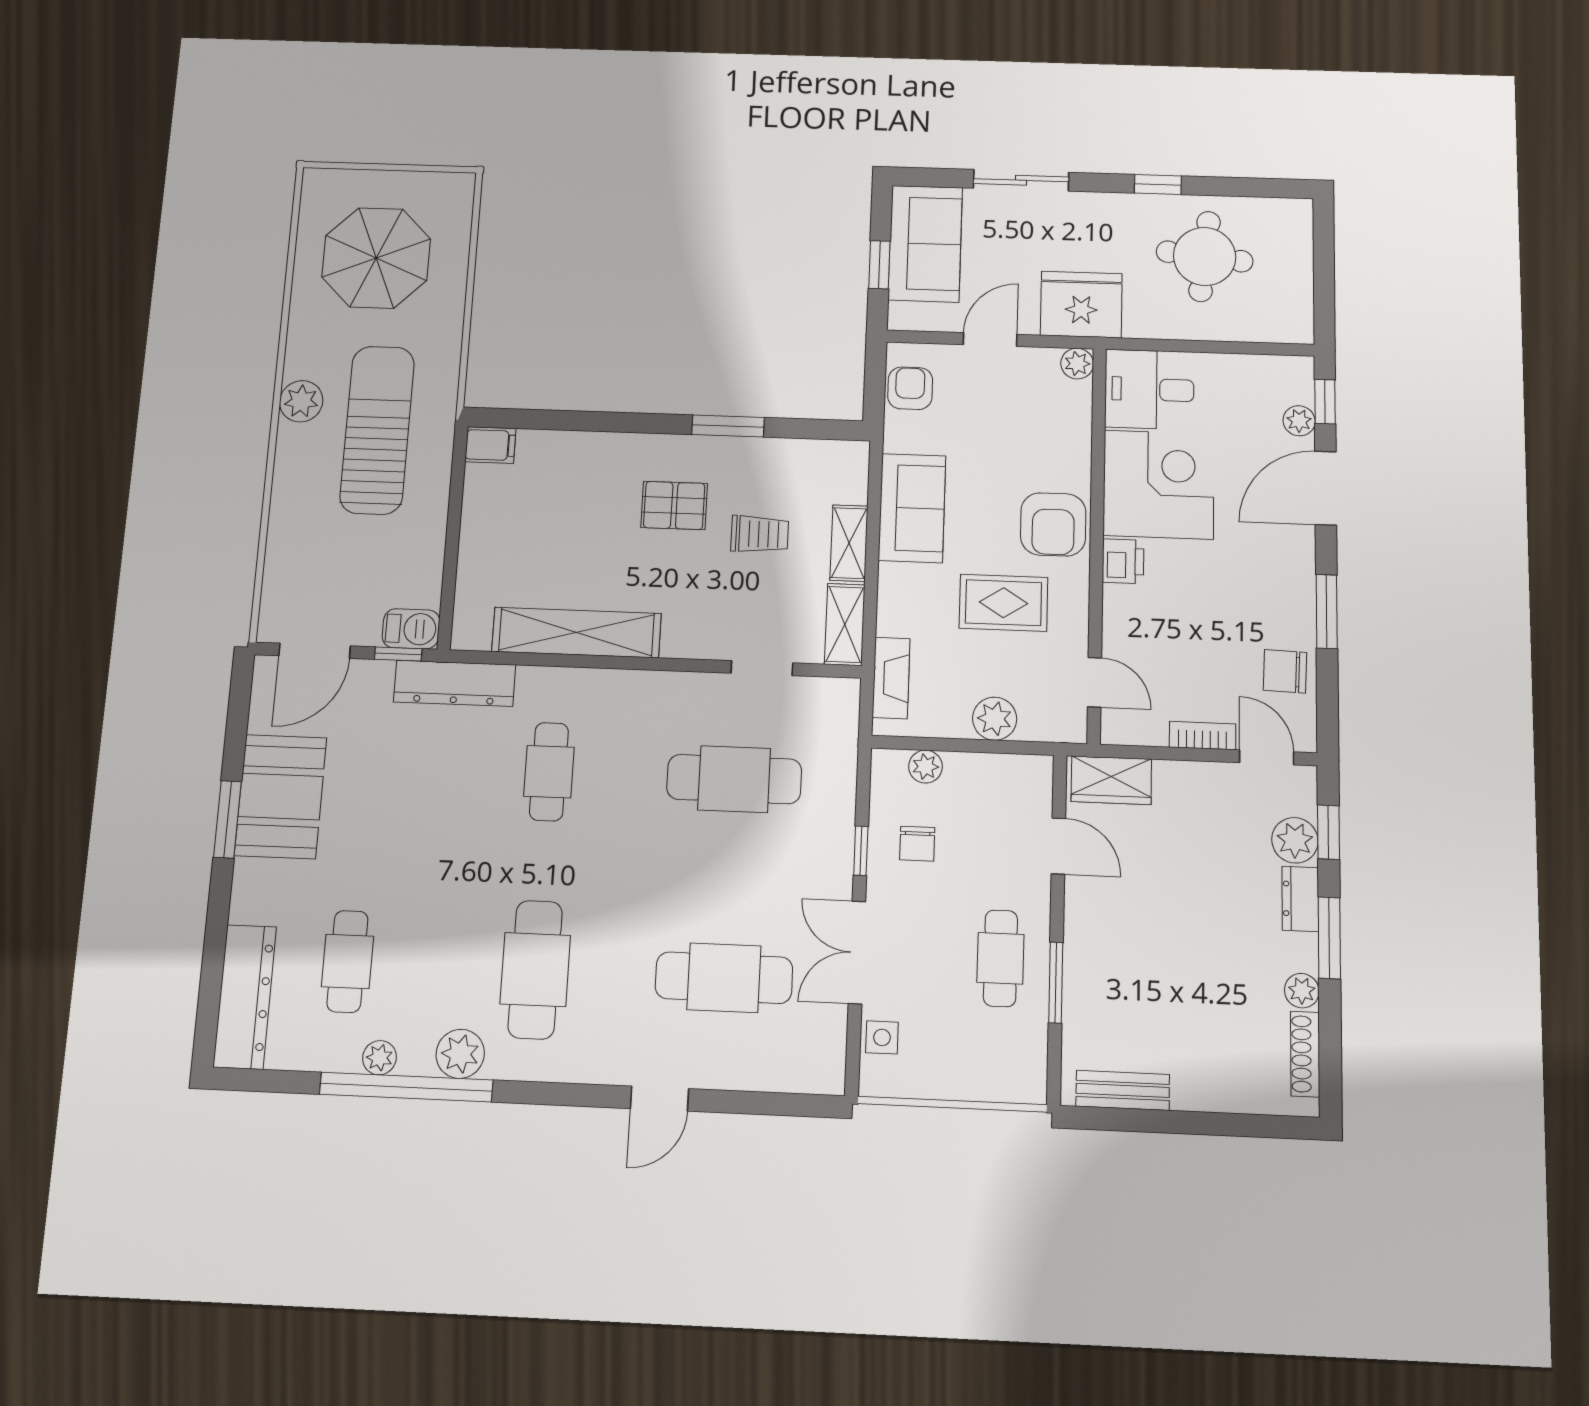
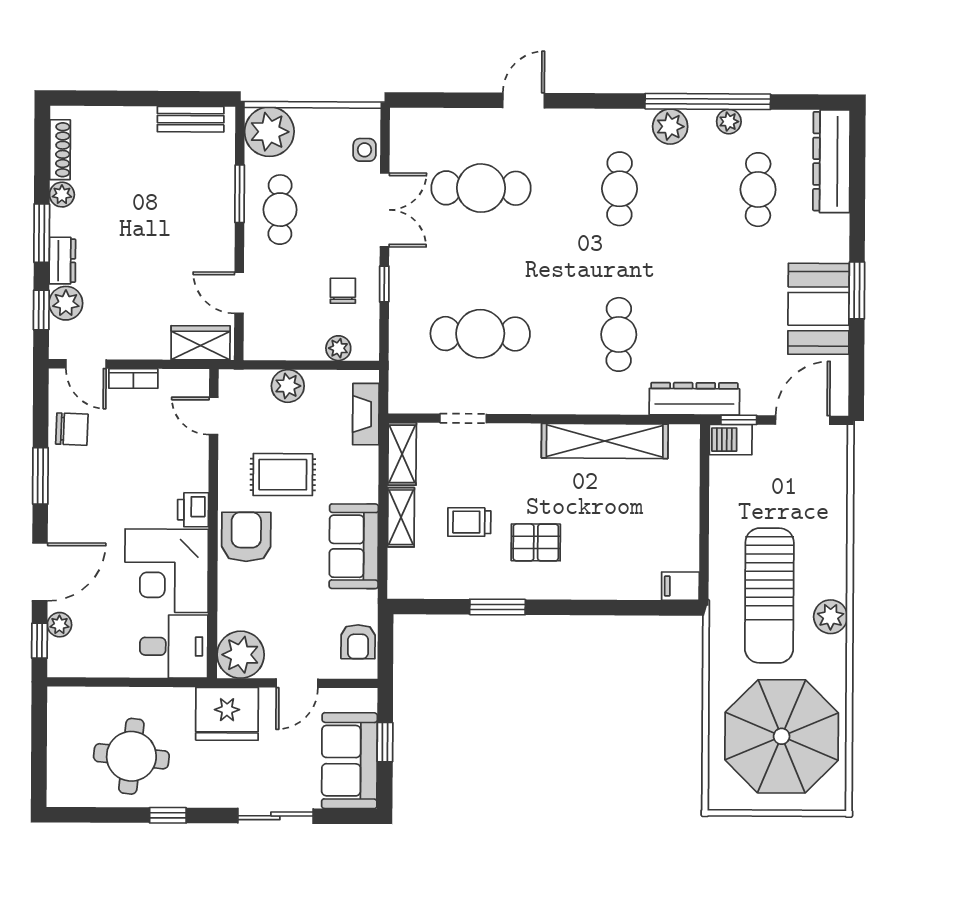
parasol: (376, 258) -> (782, 736), width x1.36, depth x1.36
plant: (1077, 364) -> (241, 655), width x1.88, depth x1.88
cafe table: (535, 970) -> (620, 189), width x0.73, depth x0.74
plant: (1013, 1068) -> (269, 132), added

